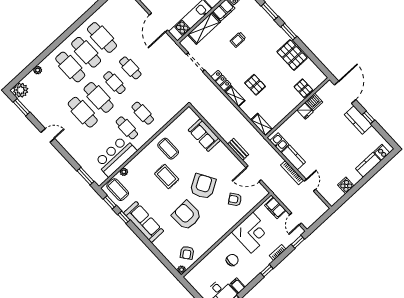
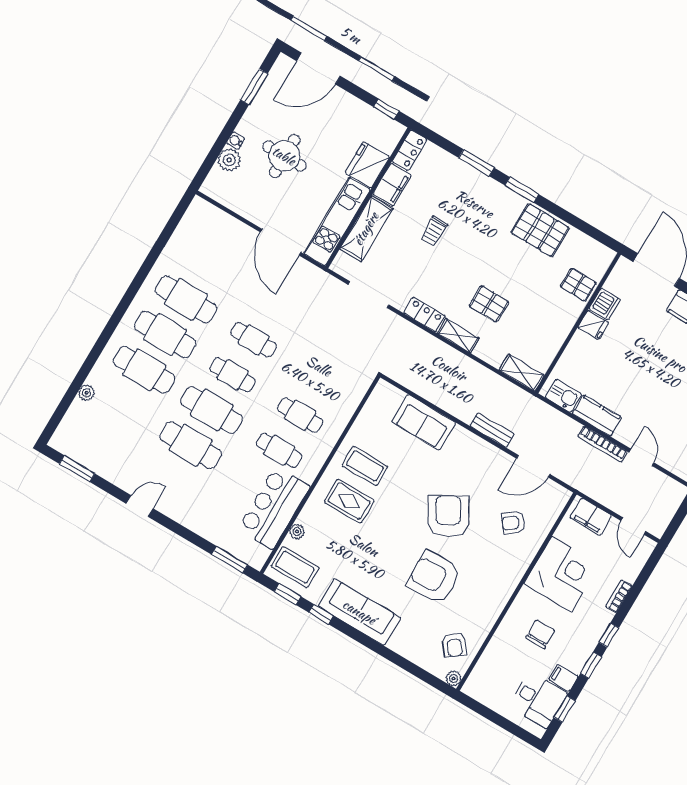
plant: (21, 90) -> (66, 438), removed
rug: (167, 176) -> (349, 501), moved
window: (298, 242) -> (591, 665), moved

